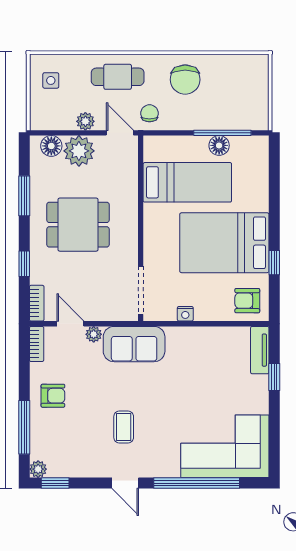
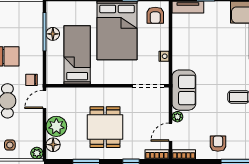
plant: (85, 121) -> (37, 153), moved

